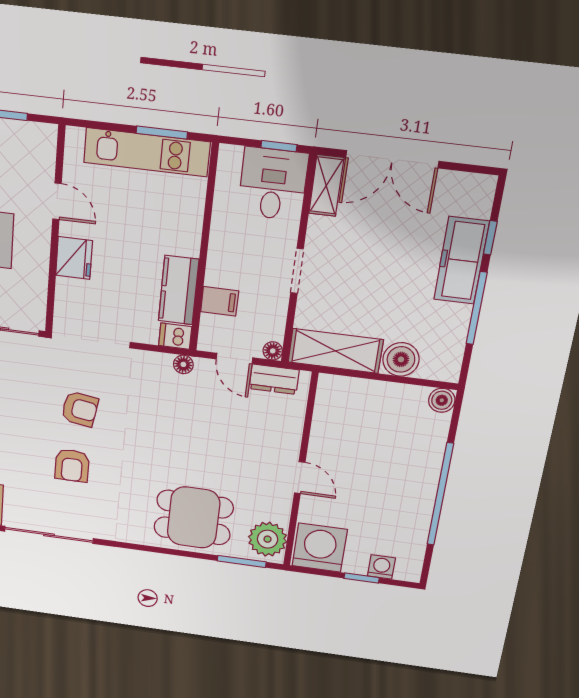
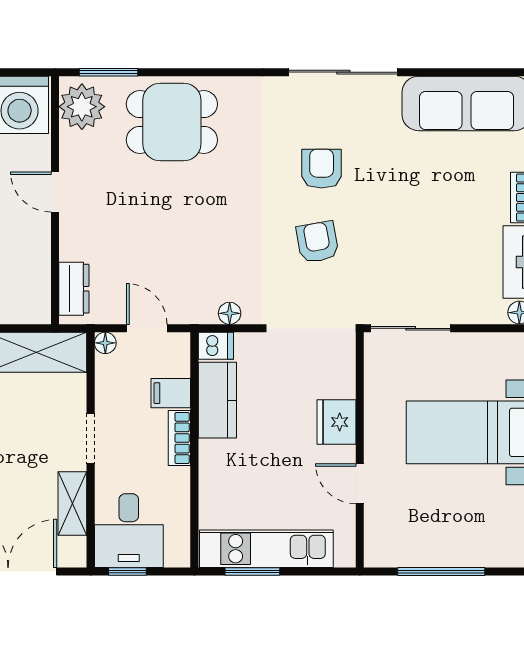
shelving: (326, 185) -> (72, 503), moved
bookcase: (216, 261) -> (179, 438), added
floor lamp: (183, 364) -> (230, 313), moved
dresser: (274, 379) -> (74, 289), moved, turned 90
armchair: (80, 409) -> (317, 242), turned 71

